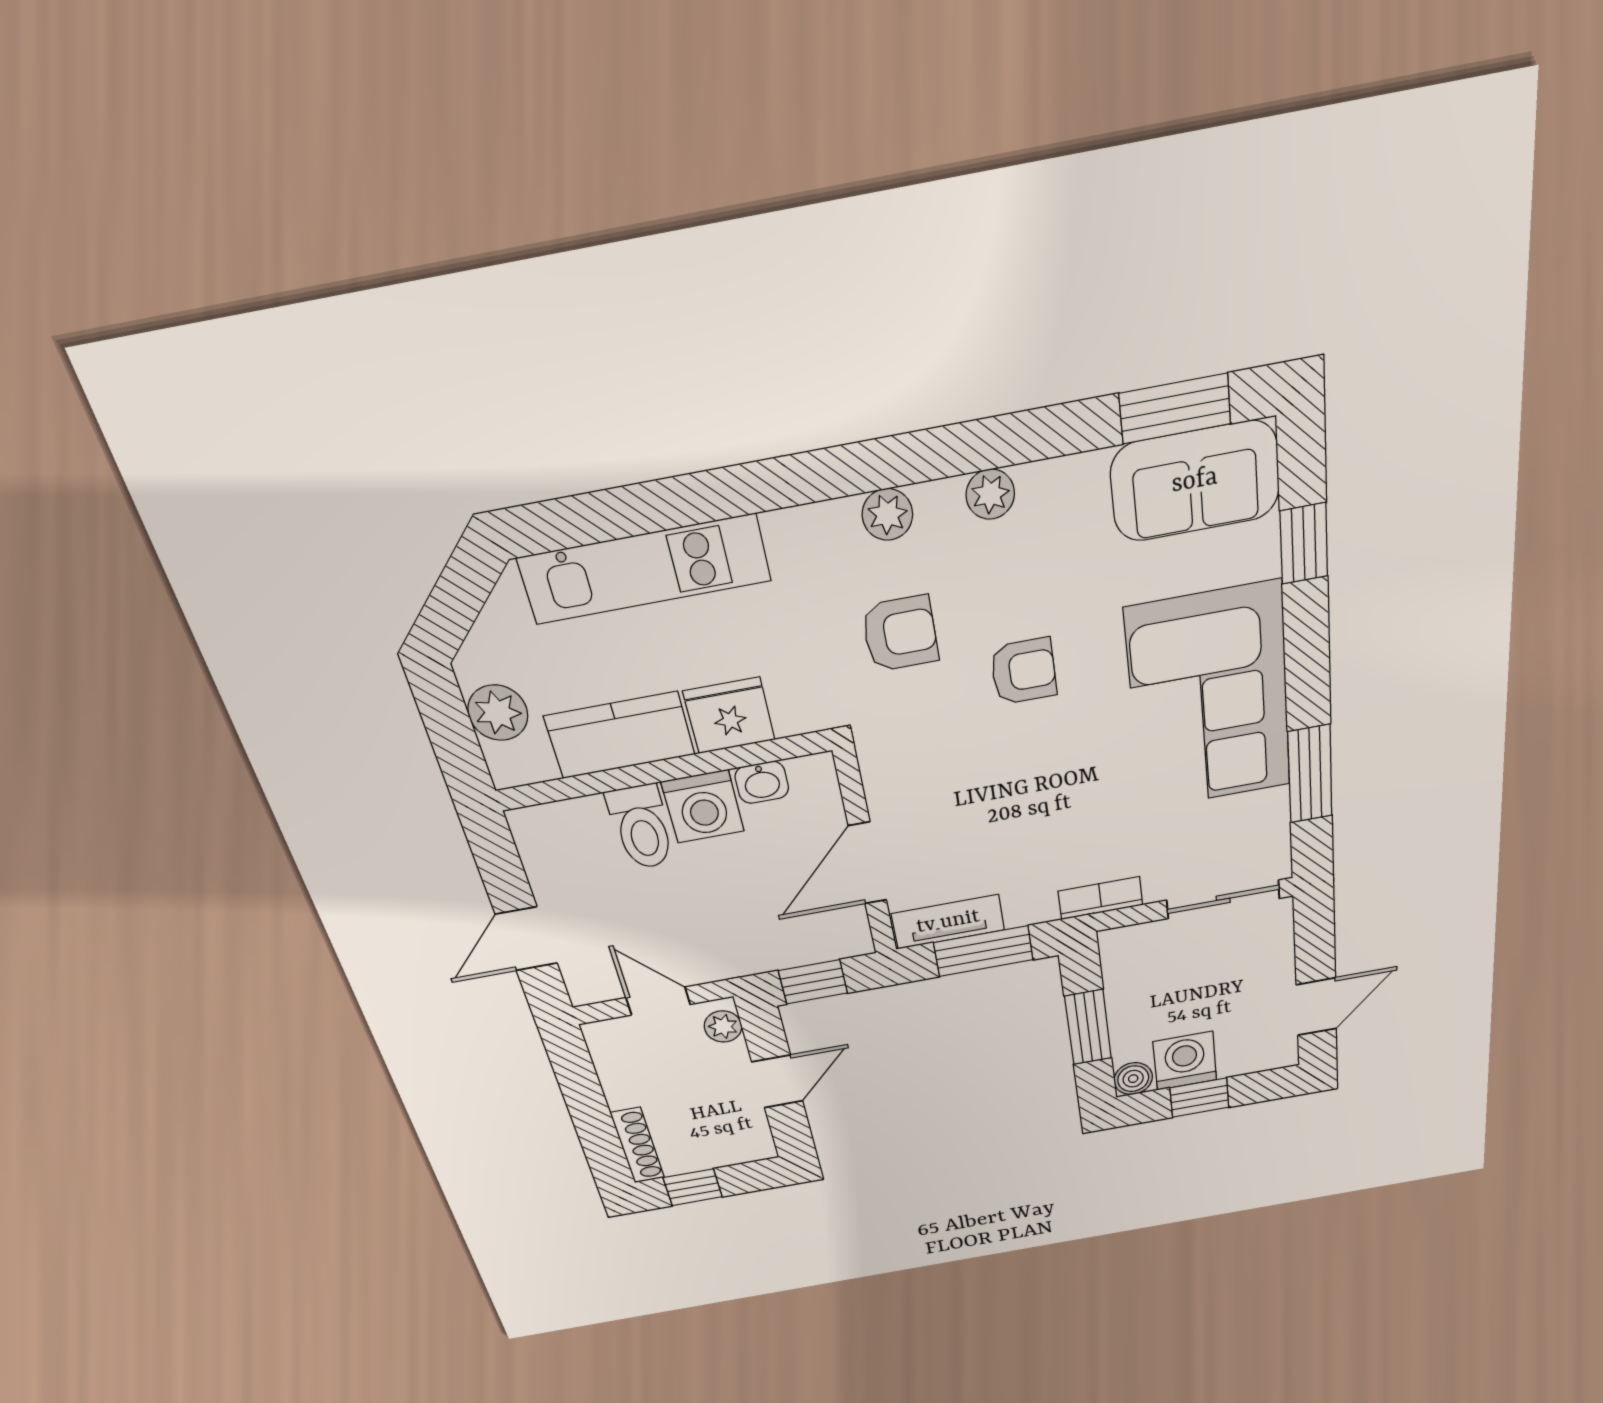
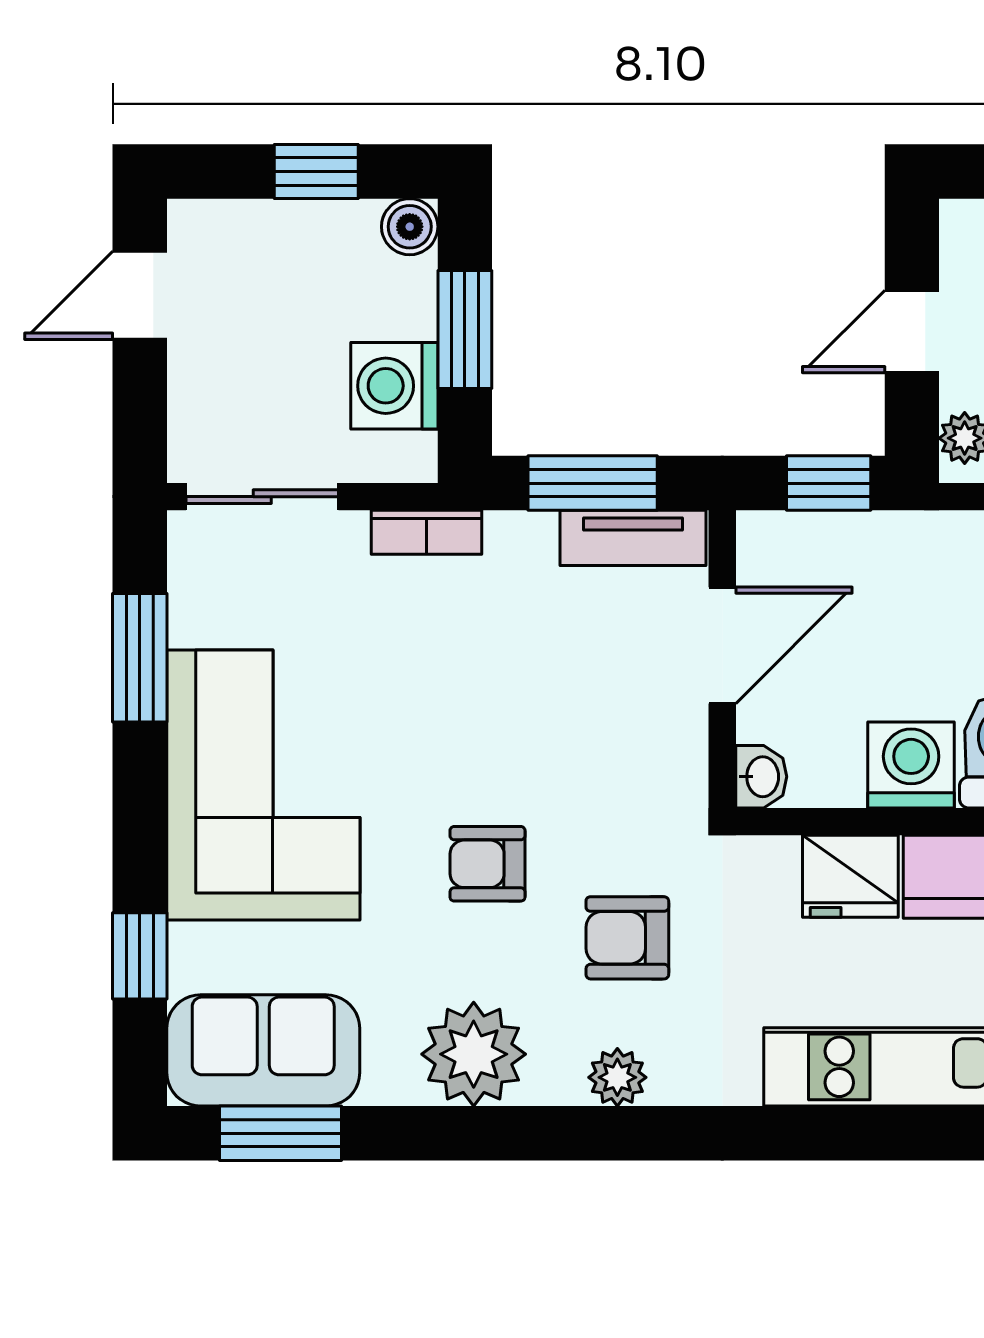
plant: (990, 494) -> (474, 1054), width x1.88, depth x1.88
washbasin: (762, 782) -> (761, 777), moved, turned 90
washing machine: (1185, 1061) -> (394, 386), moved, turned 90

